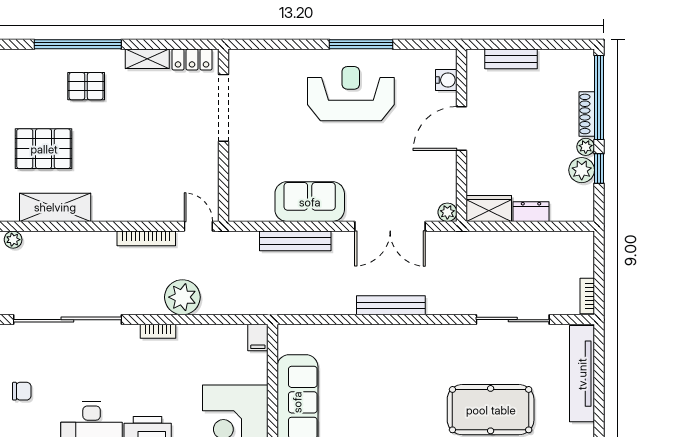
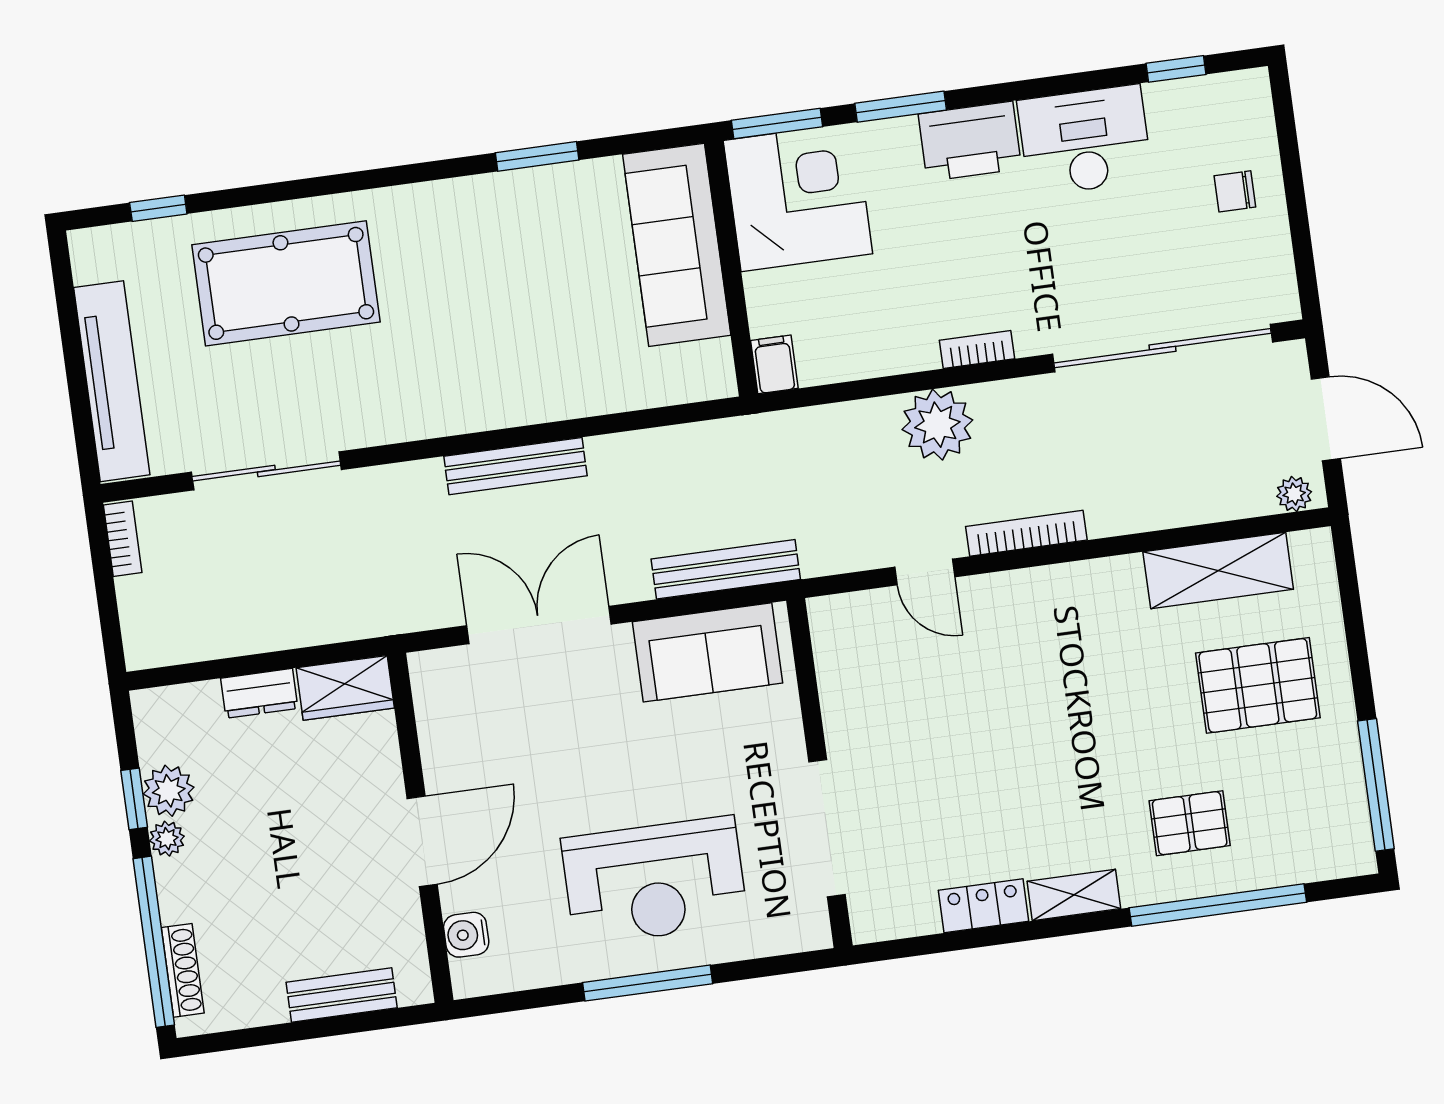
doorway: (224, 108) -> (827, 828), moved
shoe rack: (587, 114) -> (183, 970), moved
wall: (224, 135) -> (819, 773), moved
plant: (447, 212) -> (427, 669), removed

